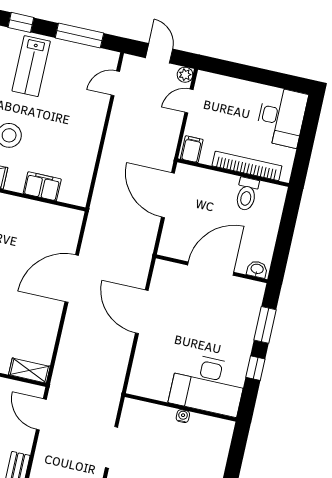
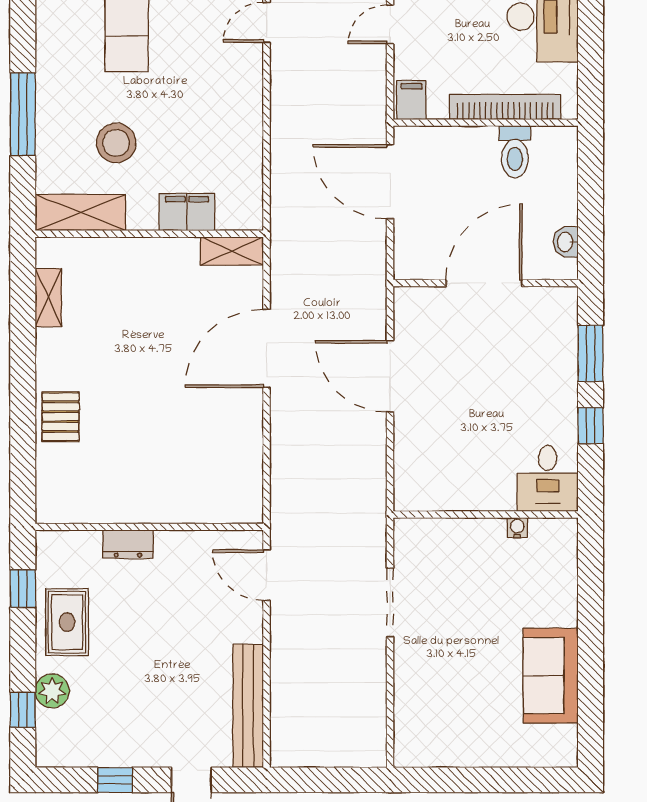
washbasin: (257, 269) -> (566, 242), moved, turned -90
shelving: (29, 371) -> (232, 251), moved
desk: (208, 385) -> (548, 478), width x0.53, depth x0.77
water cooler: (183, 416) -> (517, 528), moved

